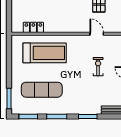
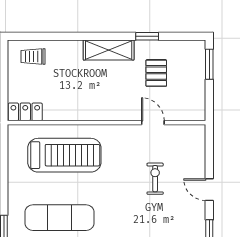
locker: (33, 27) -> (25, 112), moved

